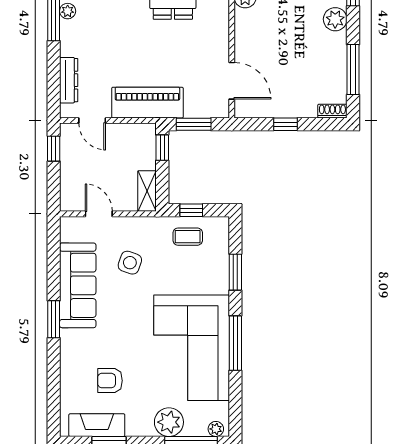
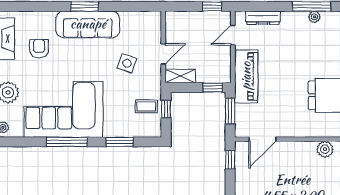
window: (285, 124) -> (230, 160), moved
door: (99, 214) -> (163, 54), moved
coffee table: (188, 237) -> (146, 106), turned 90
sofa: (78, 285) -> (88, 24), moved

